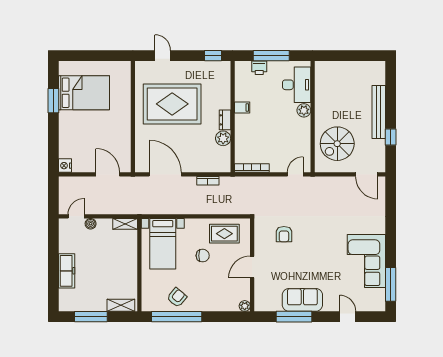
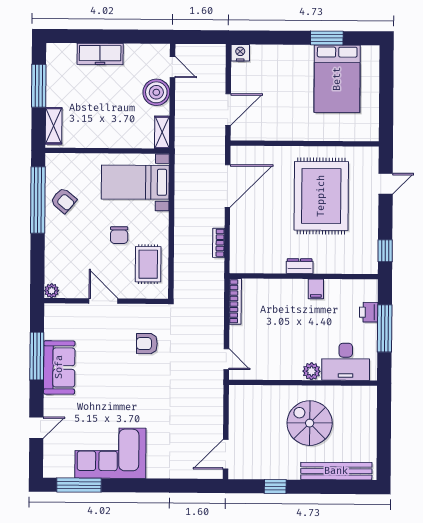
bench: (379, 112) -> (336, 471), moved
plant: (223, 138) -> (275, 263), removed
spiral stairs: (337, 144) -> (310, 423), moved
boiler: (91, 224) -> (156, 92), width x1.86, depth x1.86

